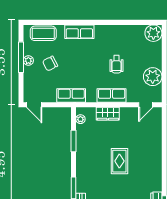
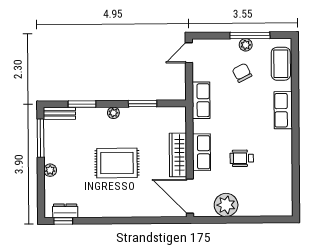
plant: (153, 33) -> (282, 206), removed
door: (146, 105) -> (190, 196), width x1.88
wardrobe: (108, 114) -> (178, 155), width x1.50
plant: (80, 119) -> (113, 113), moved
rug: (119, 161) -> (117, 163), width x1.36, depth x1.43

